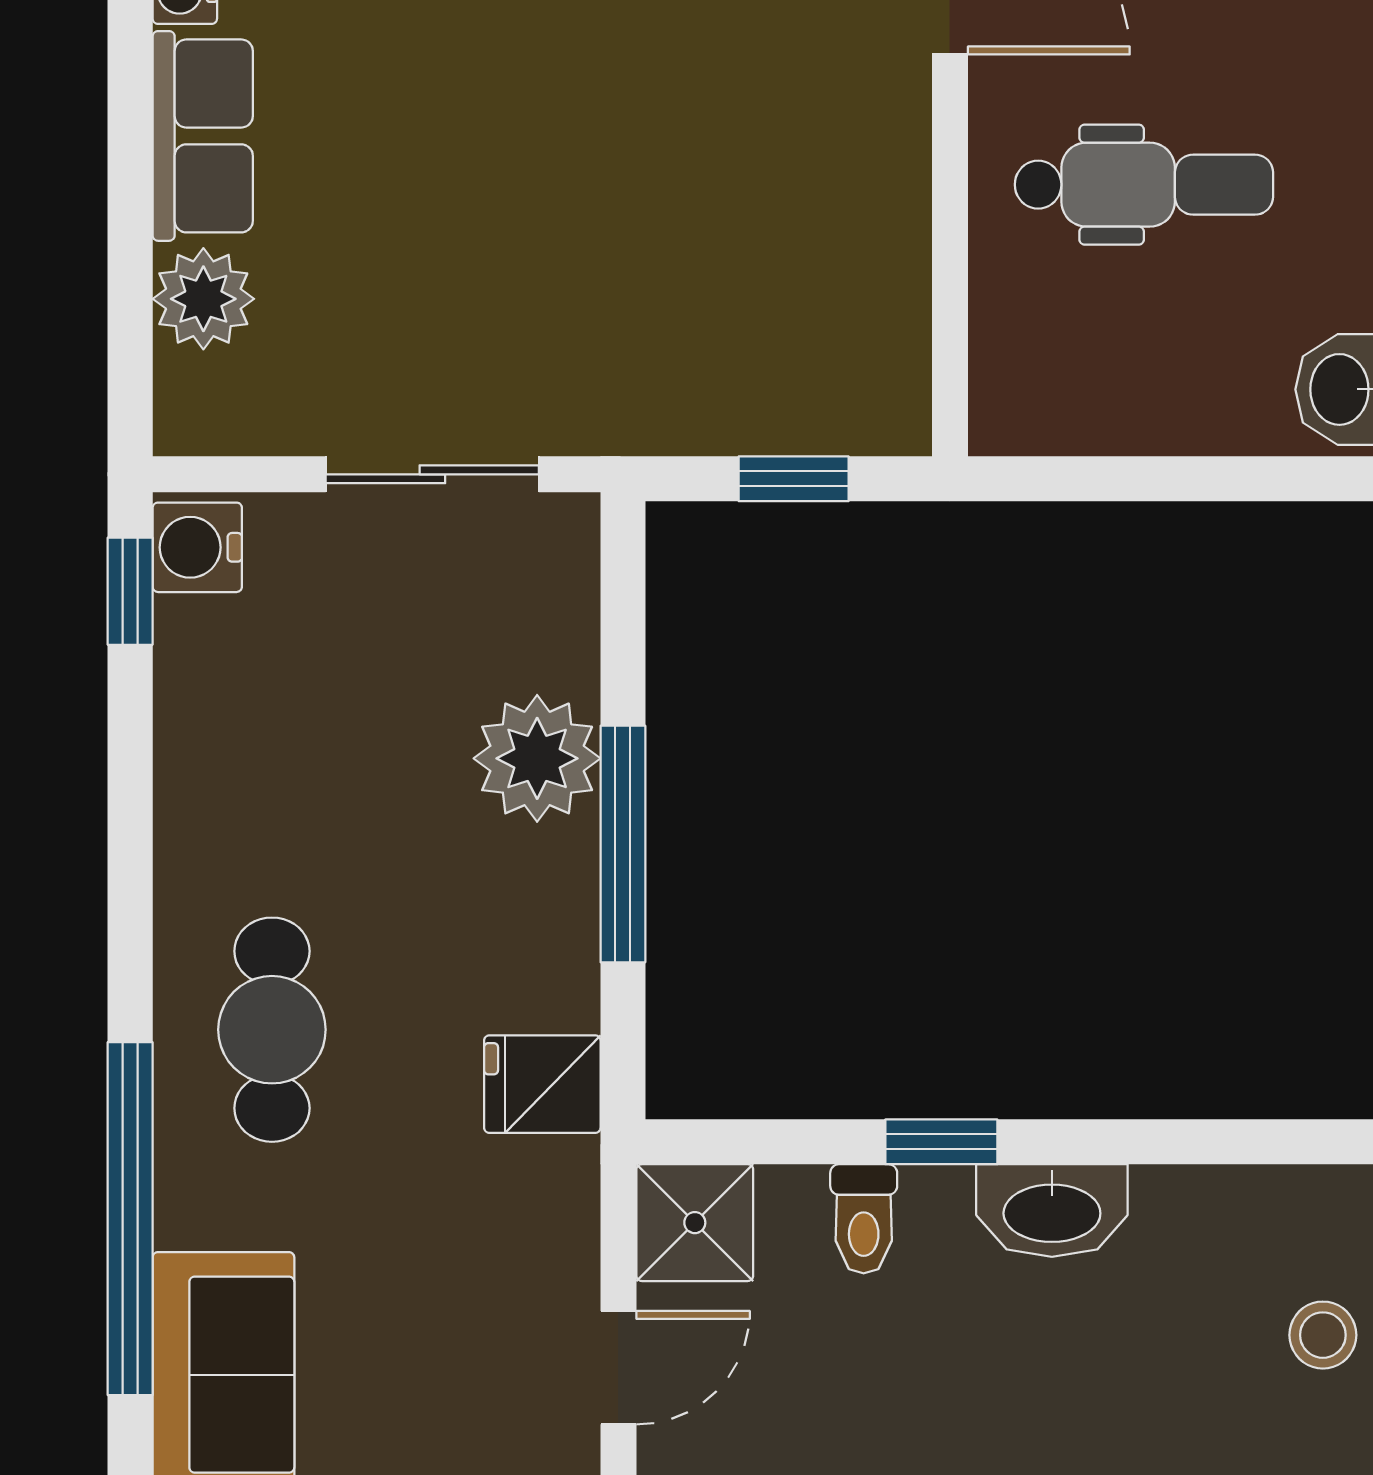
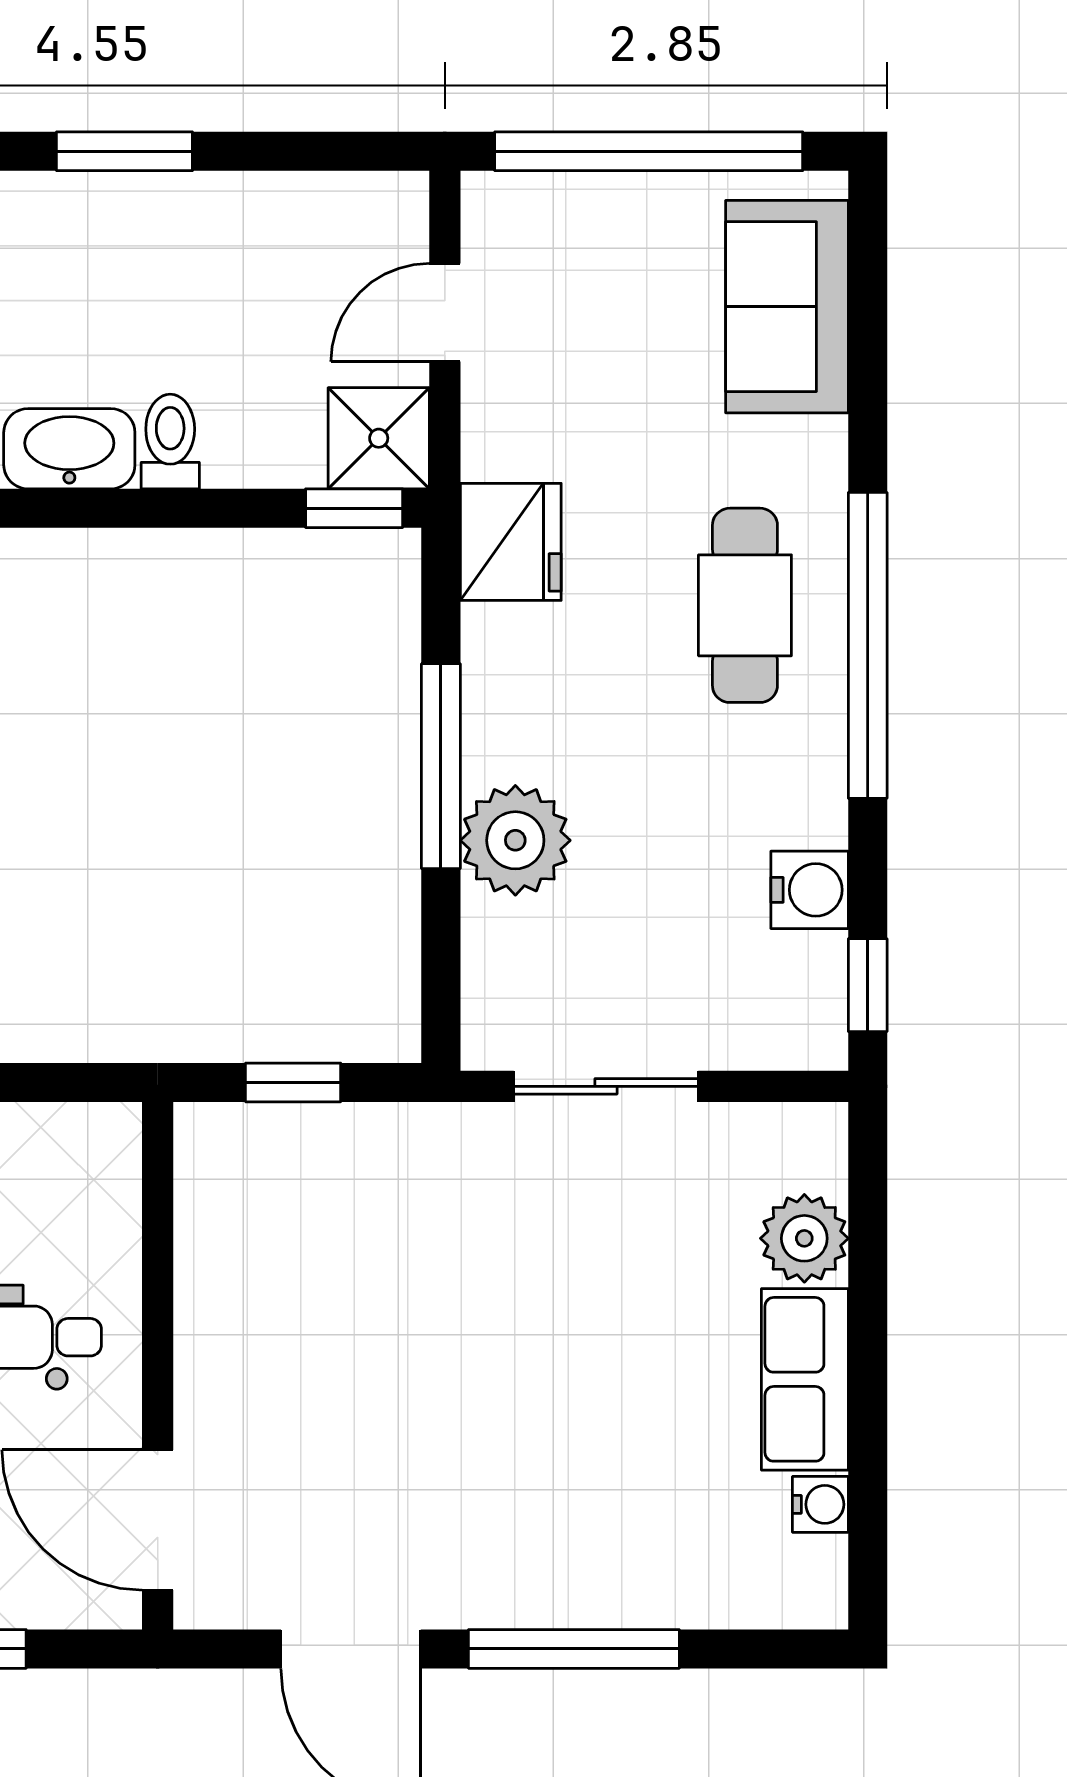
water cooler: (197, 547) -> (810, 890), moved
fridge: (542, 1084) -> (511, 542), width x1.38
window: (941, 1142) -> (354, 508), moved
window: (130, 1219) -> (868, 645), moved
toilet: (864, 1219) -> (170, 442), moved

